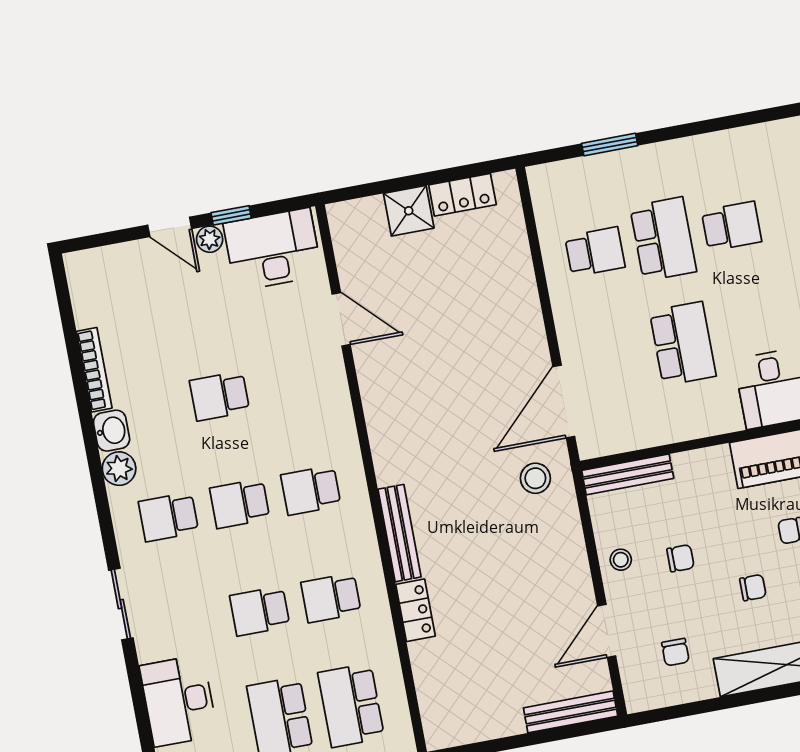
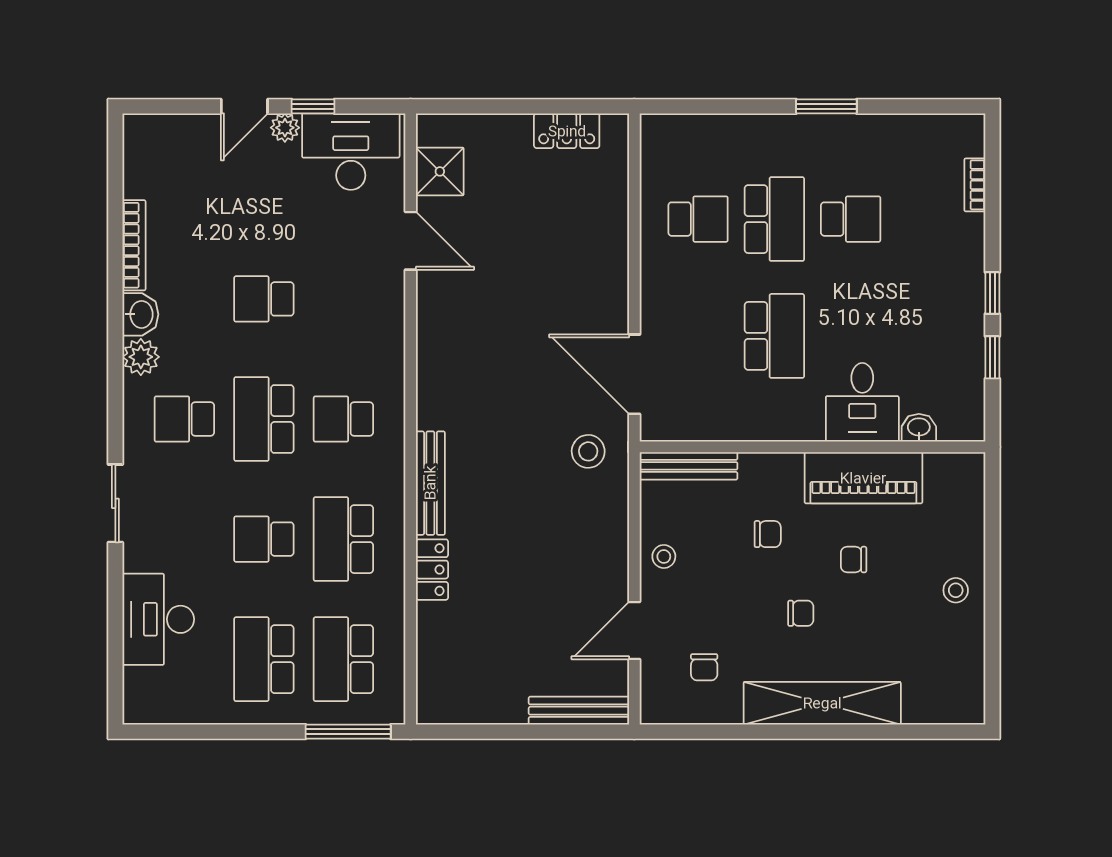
window: (610, 145) -> (826, 106), moved
shower: (409, 211) -> (440, 171), moved
door: (170, 227) -> (244, 106), hinge flipped
door: (564, 401) -> (634, 374), hinge flipped
school desk: (240, 504) -> (264, 419), width x1.85
chair: (680, 558) -> (768, 534), moved
school desk: (331, 598) -> (343, 539), width x1.85

